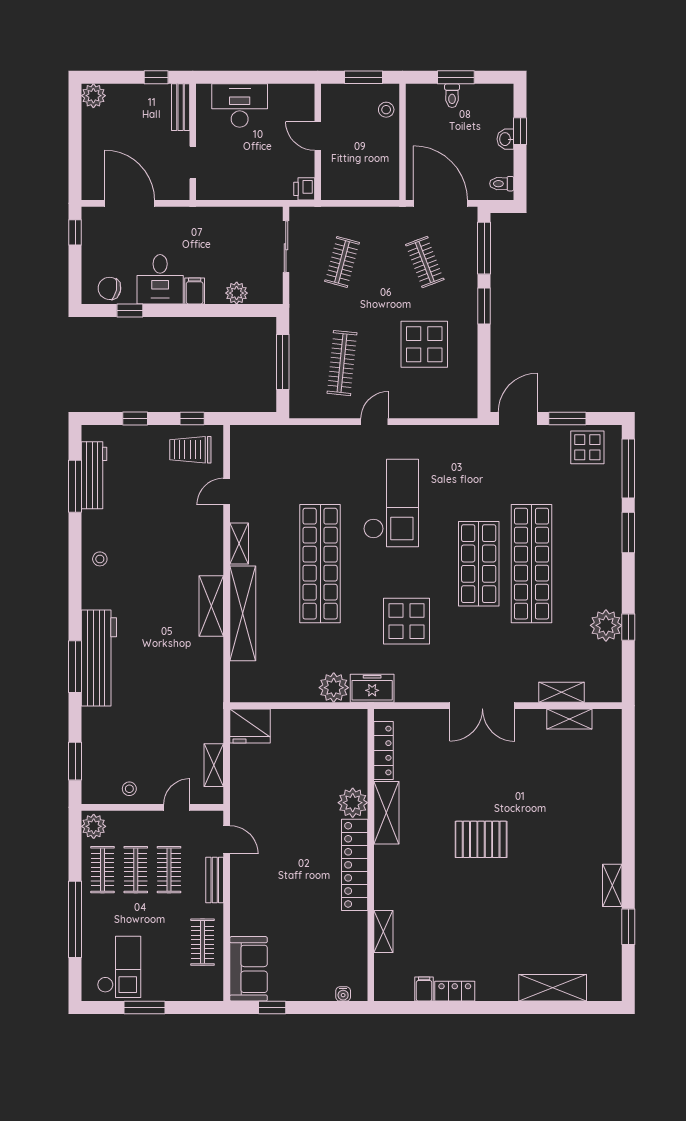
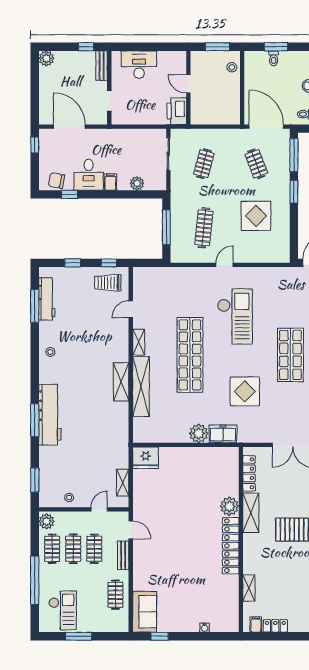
printer: (304, 189) -> (177, 111), width x1.87, depth x1.48
locker: (384, 751) -> (249, 473), moved
plant: (353, 803) -> (229, 506), moved
shelving: (386, 813) -> (251, 513), moved
wall: (371, 855) -> (241, 540), moved
locker: (355, 865) -> (231, 546), moved
shelving: (383, 931) -> (249, 588), moved

